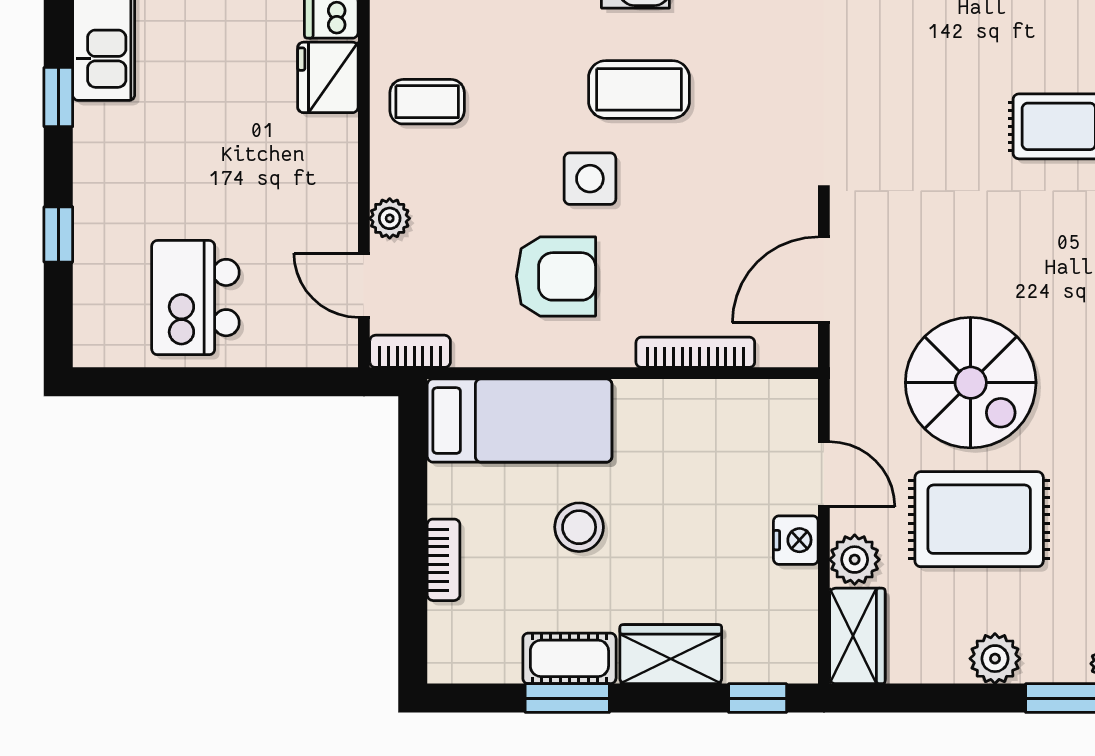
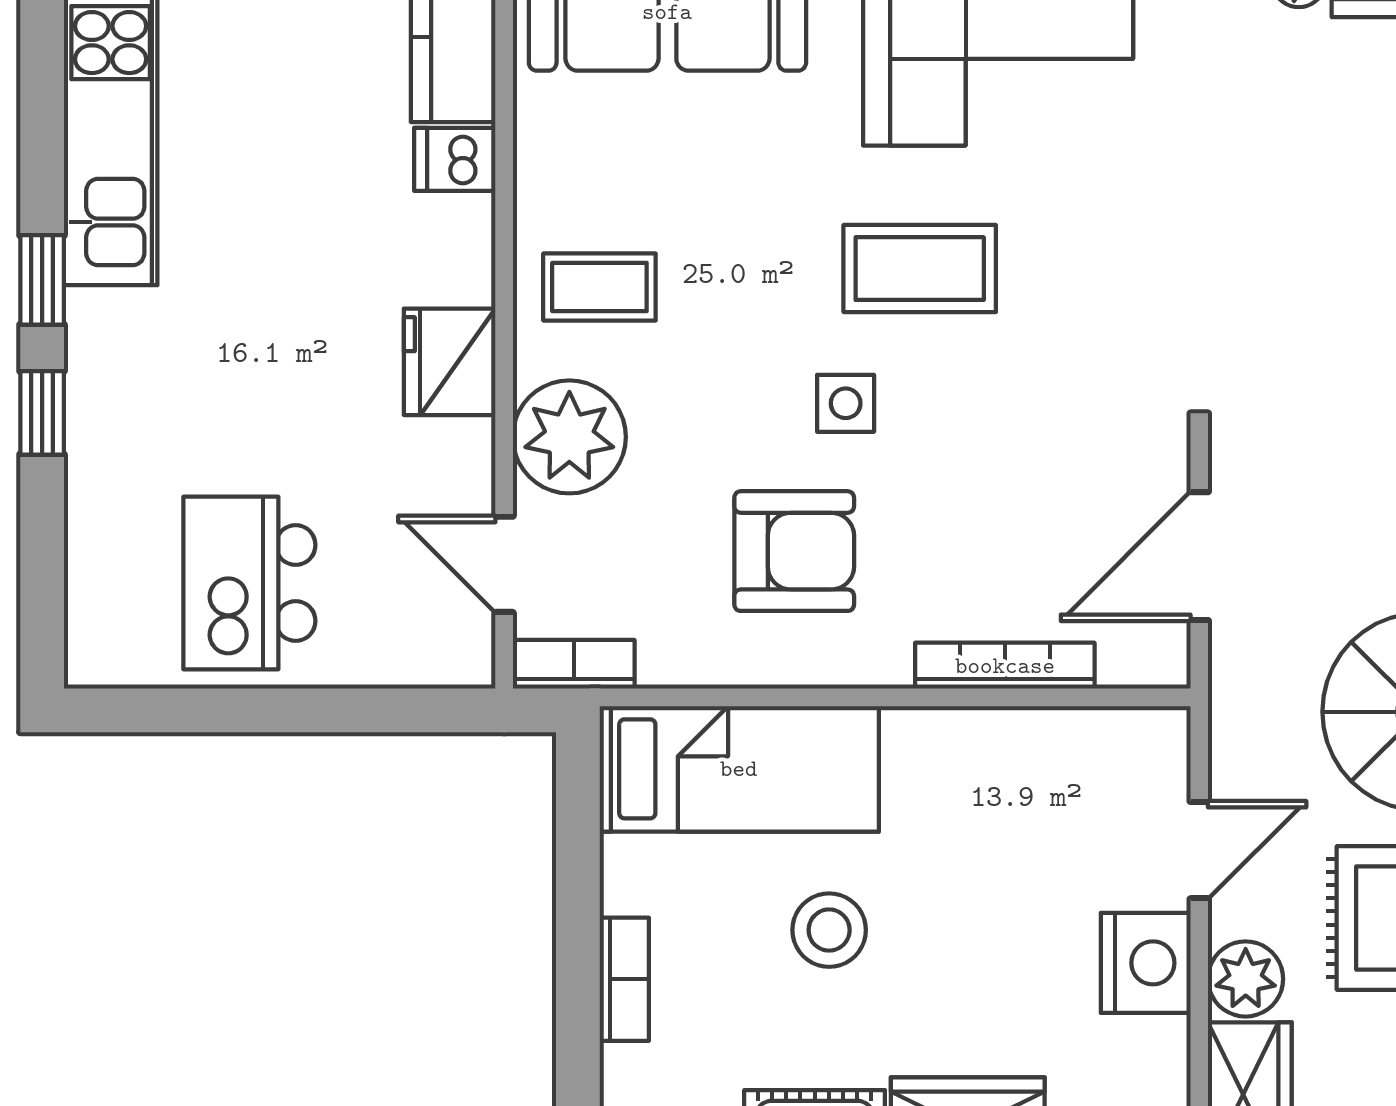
fridge: (328, 77) -> (450, 362), moved
side table: (590, 179) -> (846, 403), width x0.73, depth x0.73
plant: (390, 218) -> (569, 437), width x1.88, depth x1.88
window: (58, 234) -> (42, 413), moved
door: (824, 474) -> (1199, 850), hinge flipped
nightstand: (796, 540) -> (1146, 963), width x1.36, depth x1.33

